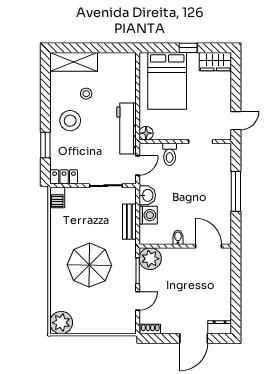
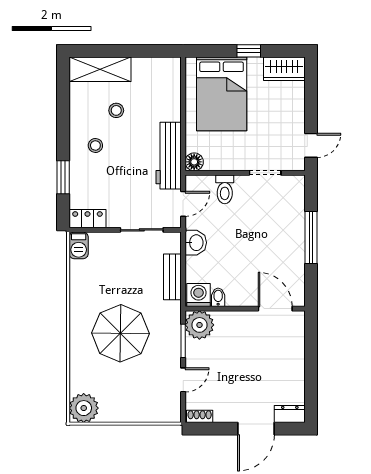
stool: (70, 121) -> (95, 146), width x0.53, depth x0.53
washing machine: (148, 215) -> (199, 295), moved, turned -90
bidet: (178, 237) -> (218, 297), moved

